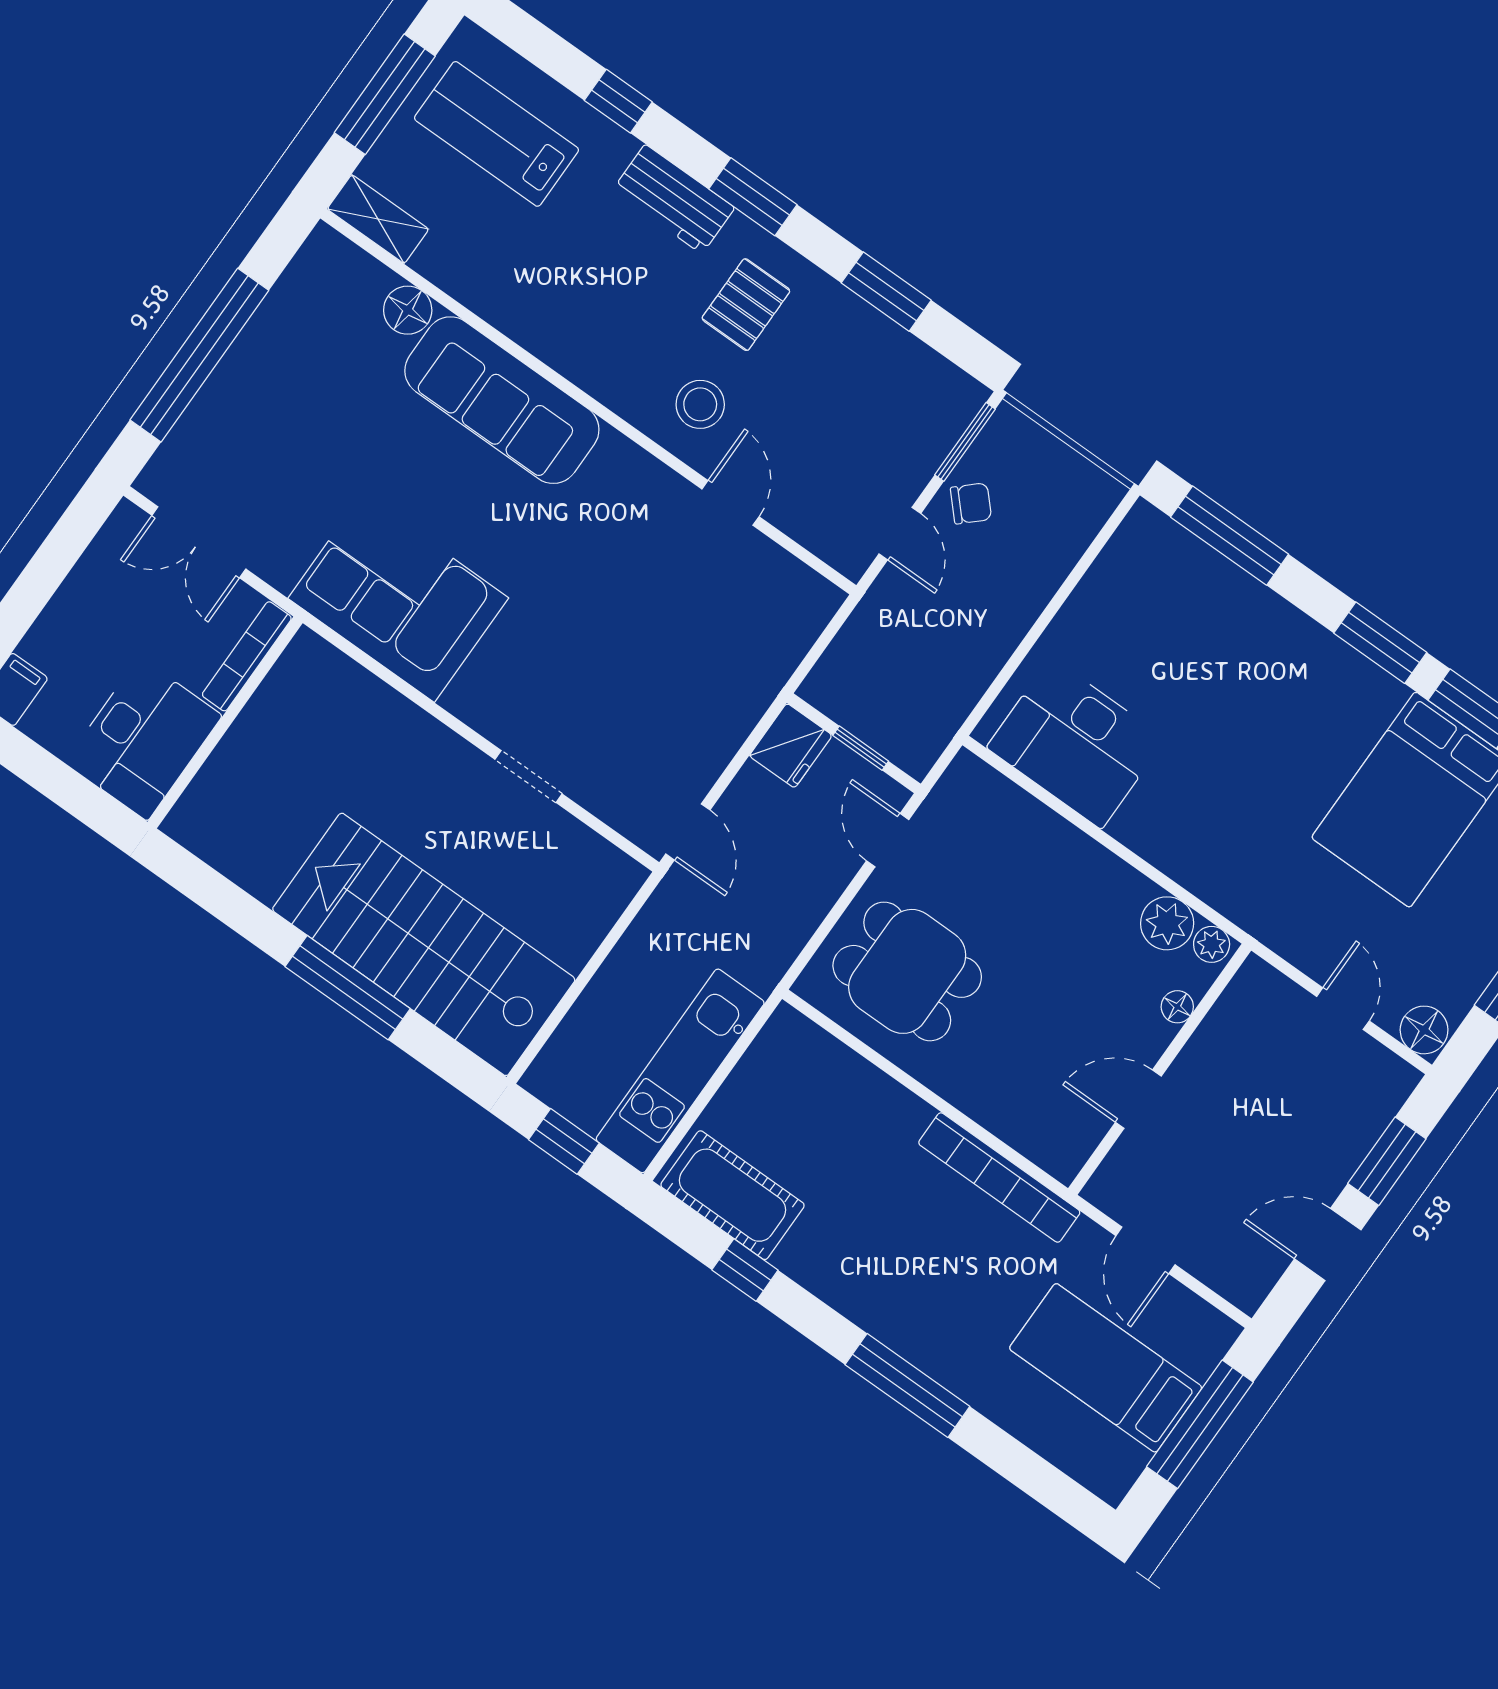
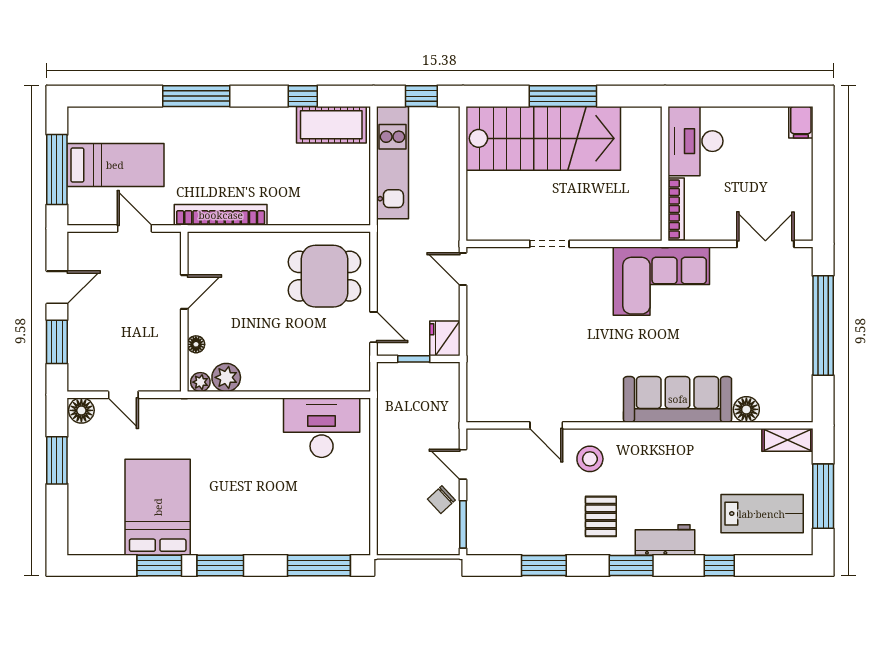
bookcase: (247, 656) -> (676, 209), moved
wall: (225, 722) -> (665, 174), moved
desk: (143, 739) -> (695, 141), moved

